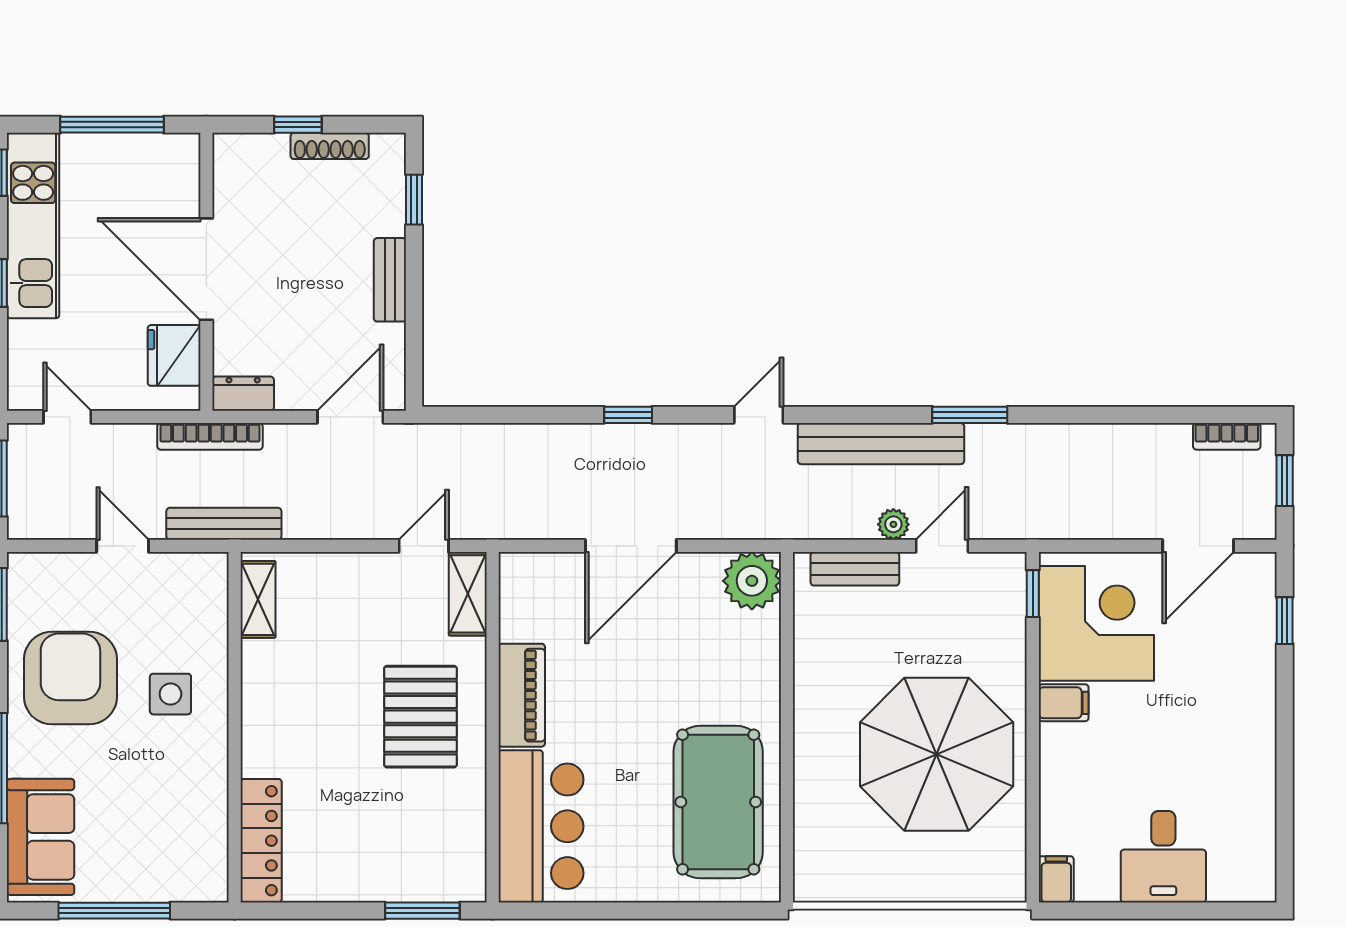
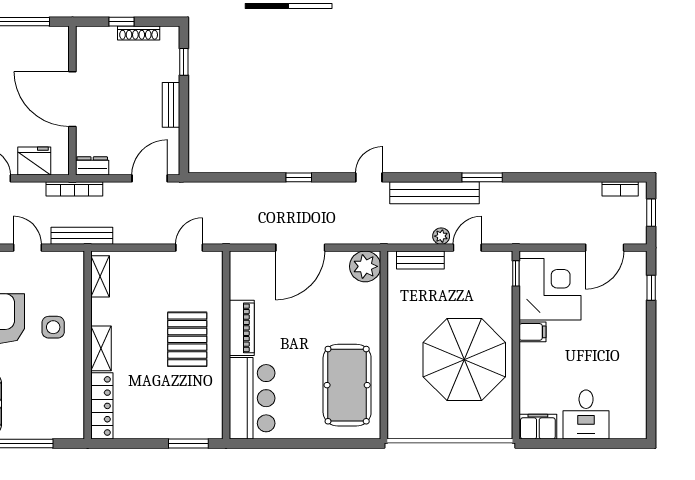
fridge: (174, 355) -> (34, 161), moved, turned 90
shelving: (468, 594) -> (101, 348), moved
filing cabinet: (1056, 879) -> (538, 427), width x2.00

